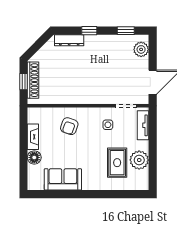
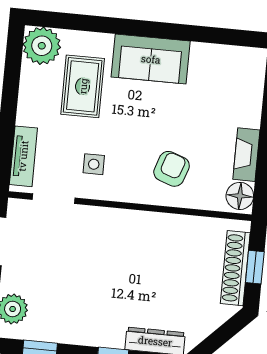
floor lamp: (34, 157) -> (240, 196), moved
plant: (139, 160) -> (42, 46), moved
sofa: (63, 179) -> (151, 59), moved

